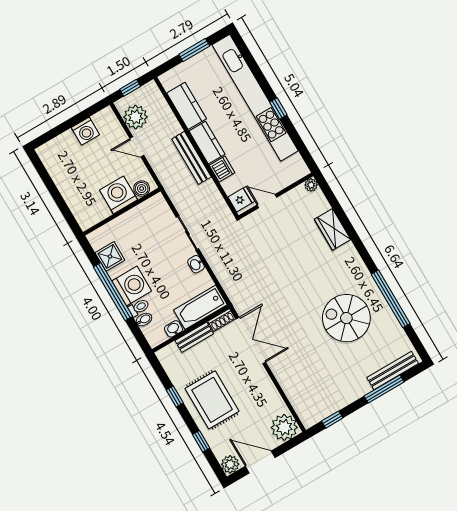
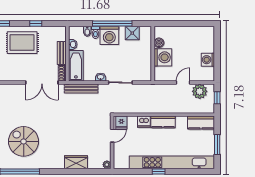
kitchen counter: (187, 106) -> (201, 123), moved
bench: (191, 158) -> (81, 88), moved
boiler: (142, 189) -> (159, 43), moved
spiral stairs: (346, 318) -> (24, 141), turned -90

